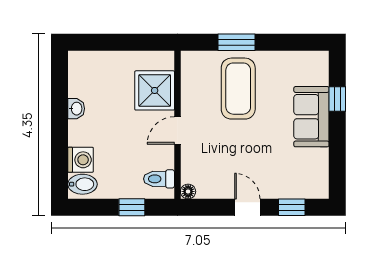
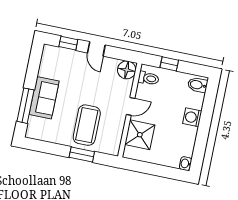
window: (337, 99) -> (25, 106), width x2.17
washbasin: (76, 109) -> (186, 164), moved
washing machine: (80, 160) -> (192, 117), moved
floor lamp: (188, 191) -> (127, 70), width x1.89, depth x1.89

